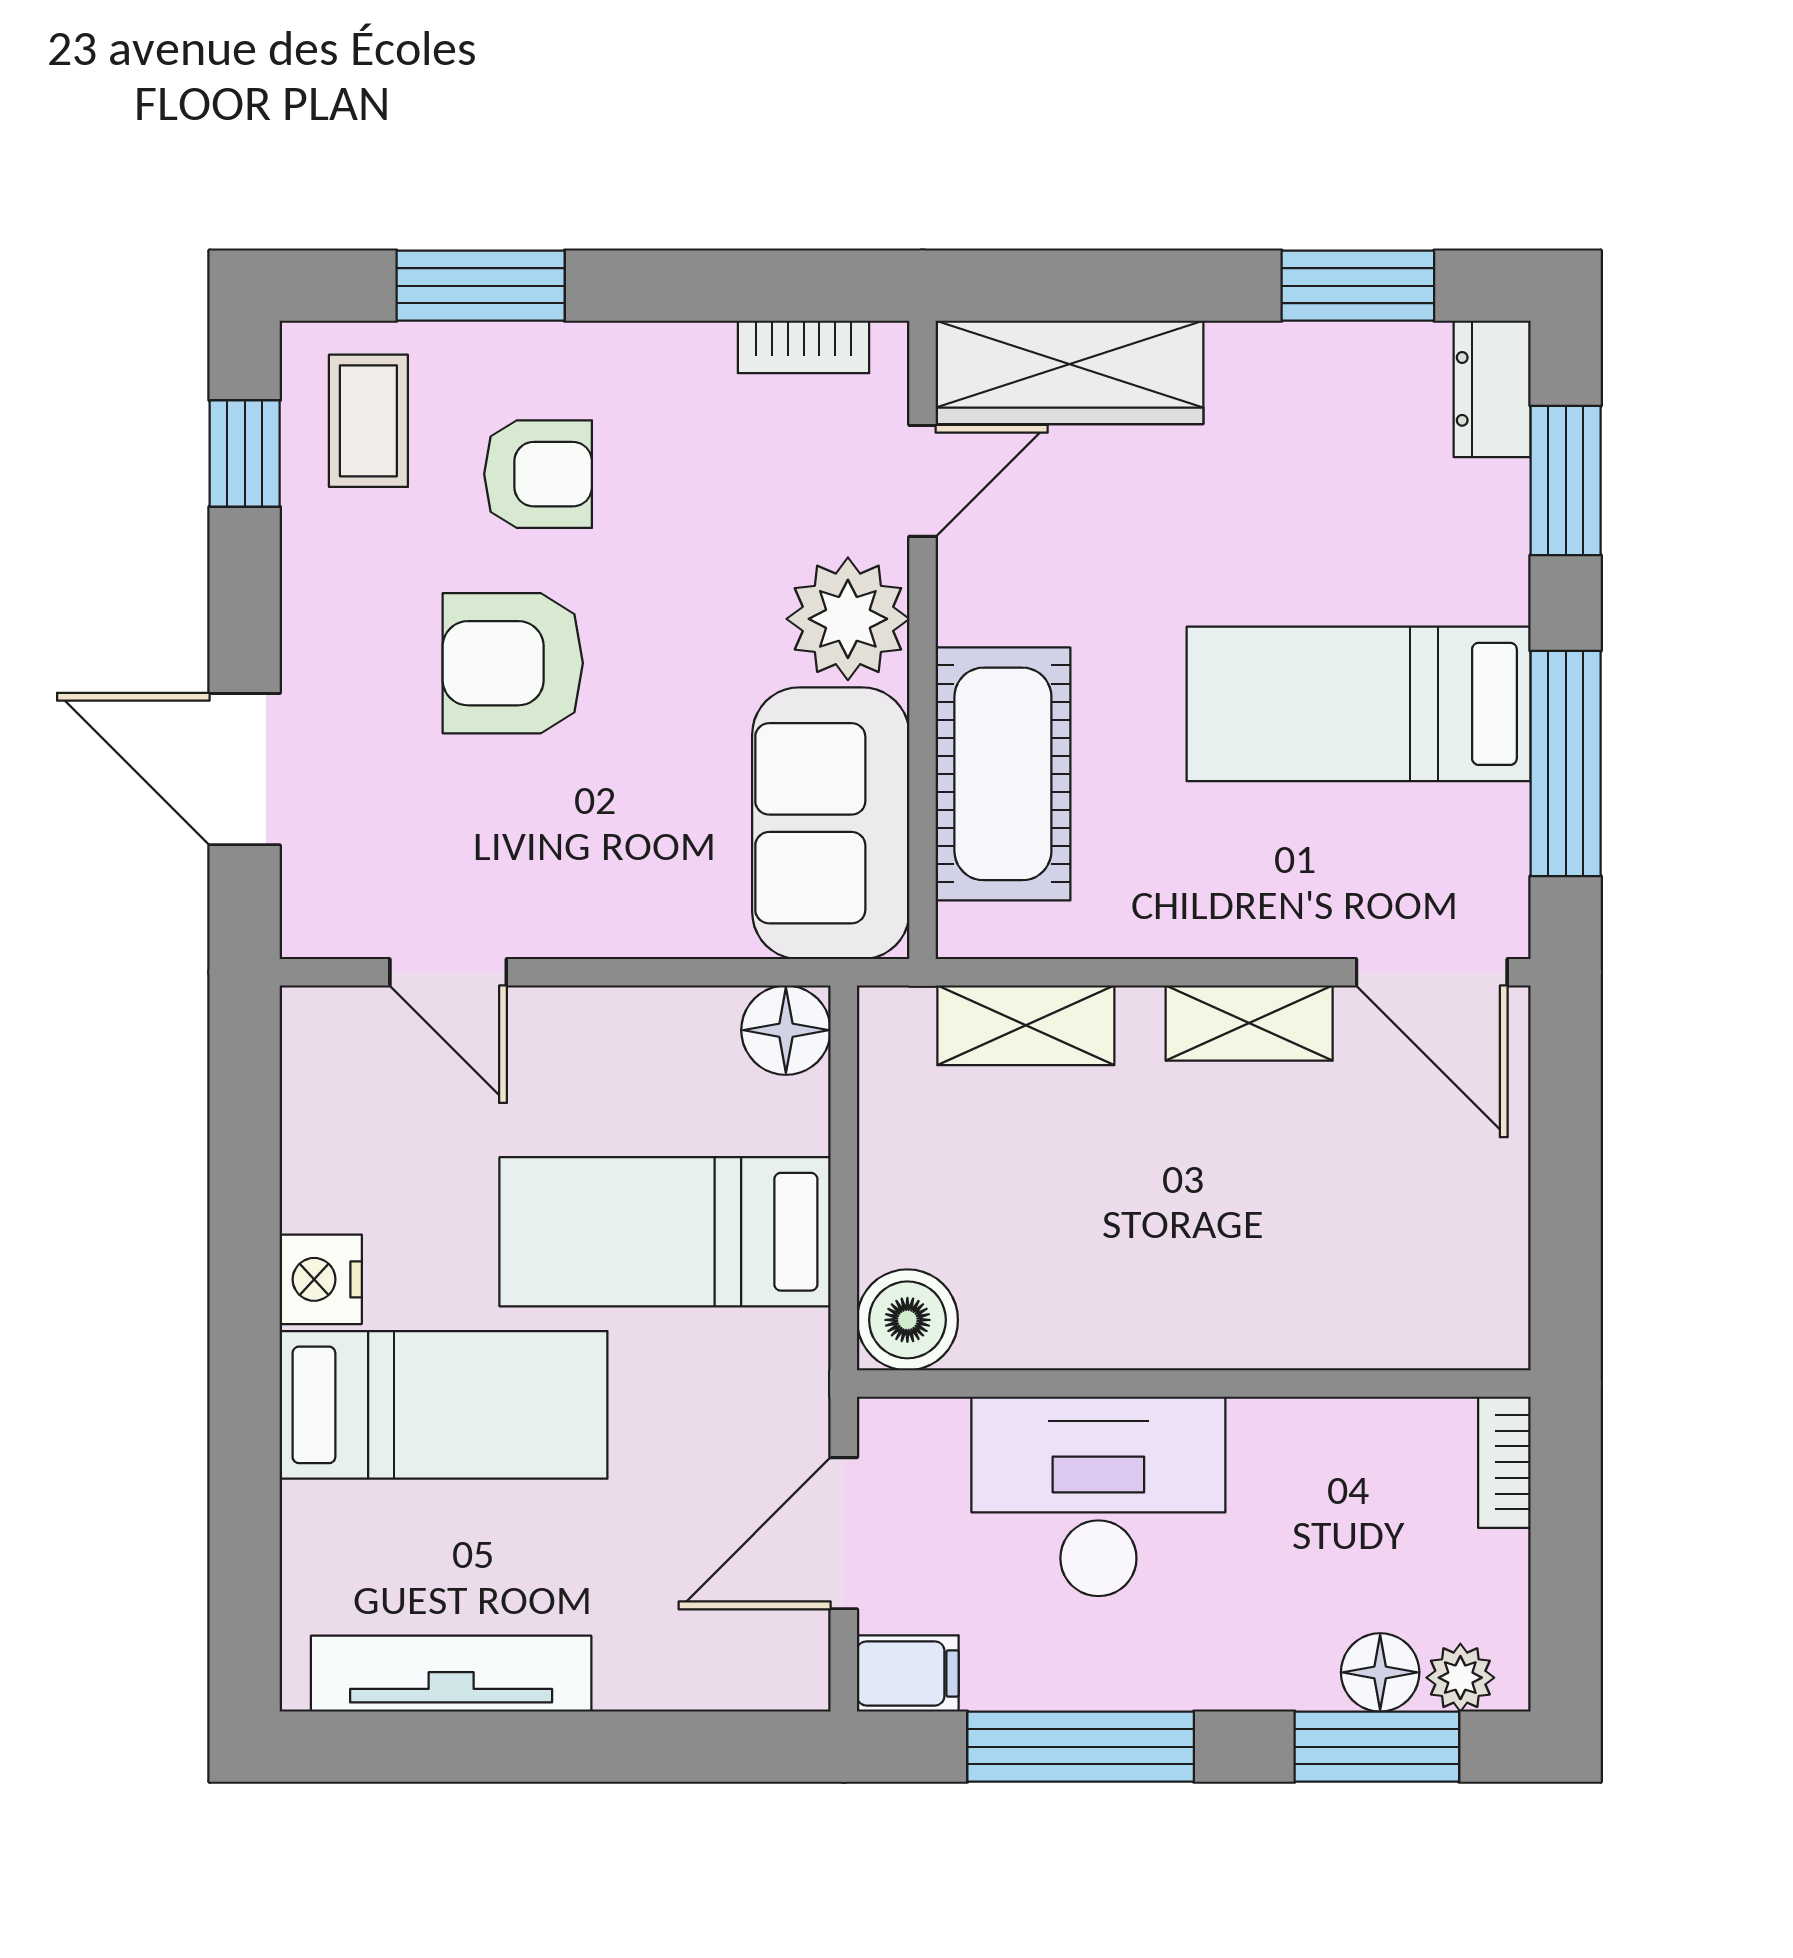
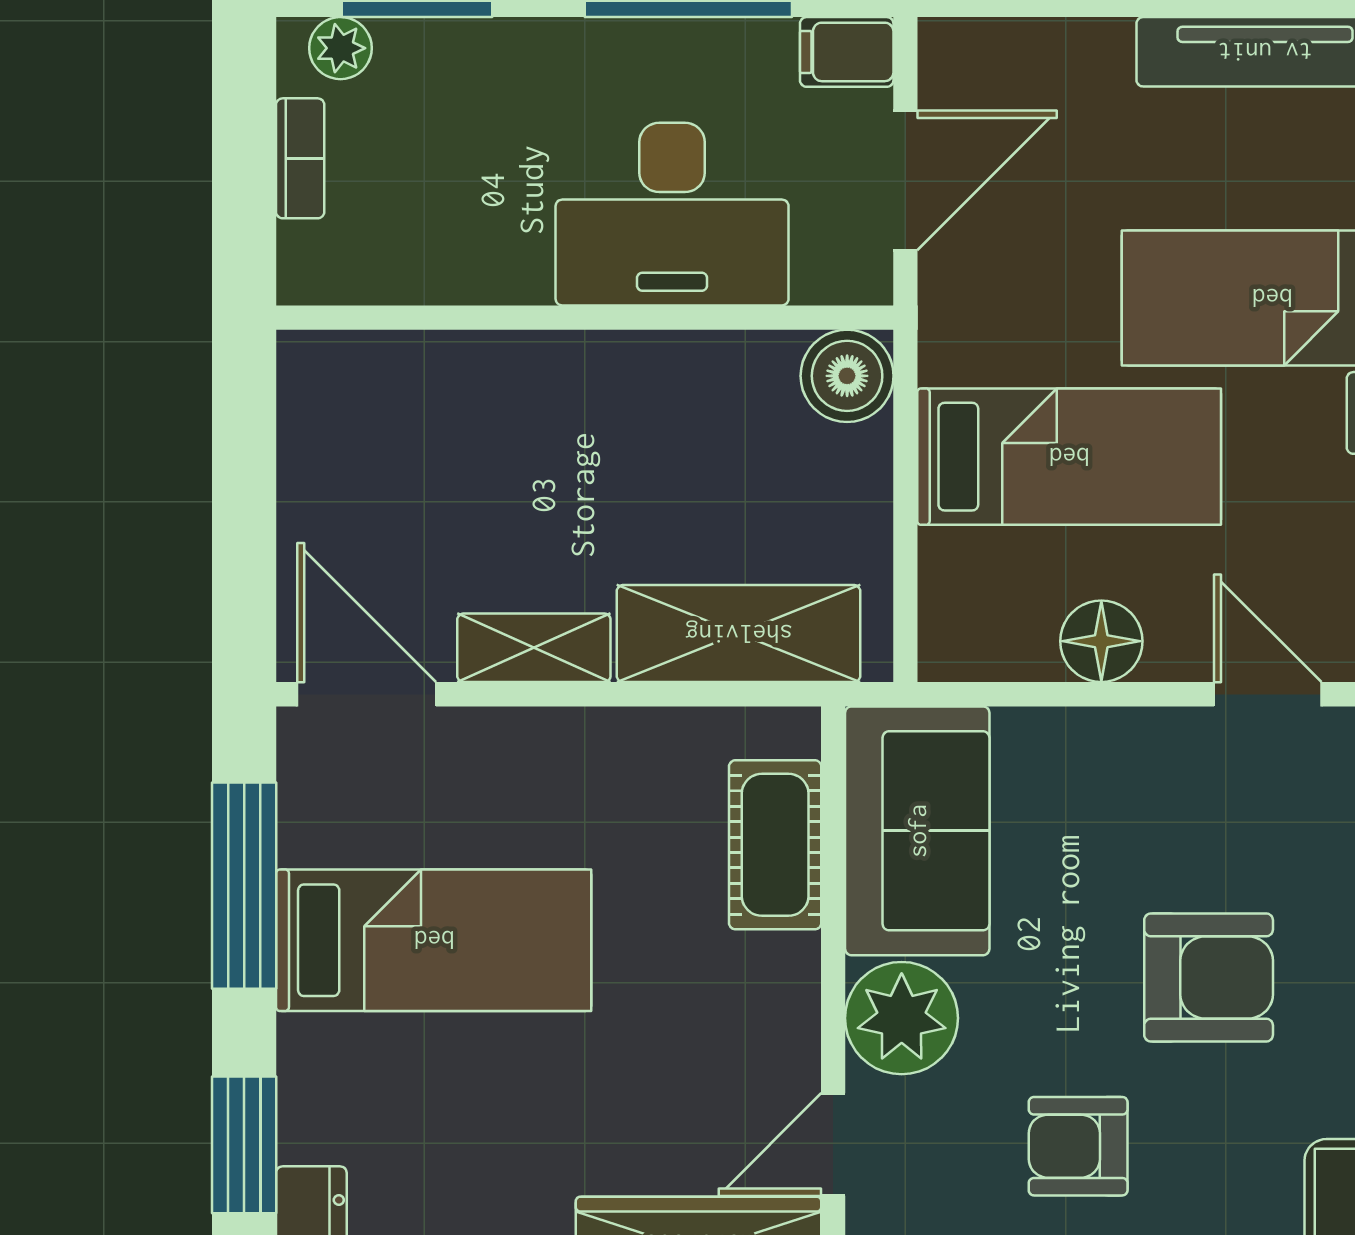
armchair: (538, 474) -> (1078, 1146), moved
cot: (1003, 774) -> (775, 845), width x0.73, depth x0.75
shelving: (1026, 1025) -> (739, 634), width x1.50, depth x1.33
floor lamp: (786, 1030) -> (1101, 641), moved
bookcase: (1504, 1462) -> (300, 158), moved
floor lamp: (1380, 1672) -> (414, 53), removed

